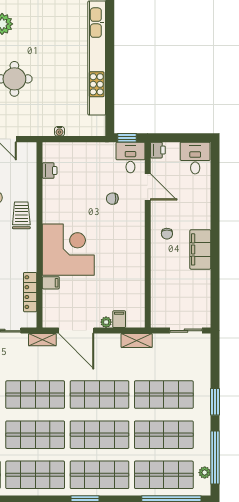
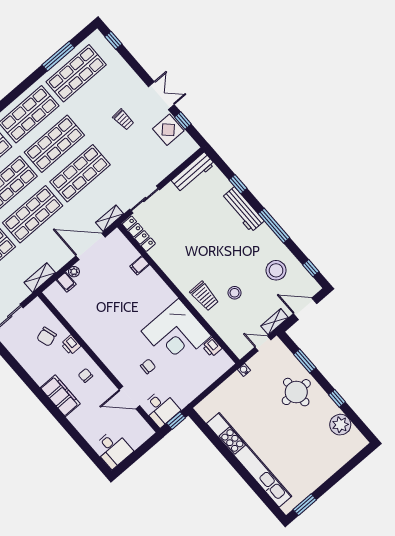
water cooler: (59, 131) -> (244, 370), moved
printer: (158, 150) -> (71, 345), moved
filing cabinet: (200, 249) -> (60, 396), moved
corner desk: (68, 250) -> (176, 333), moved
chair: (171, 290) -> (47, 337), added
locker: (30, 292) -> (139, 234), moved

